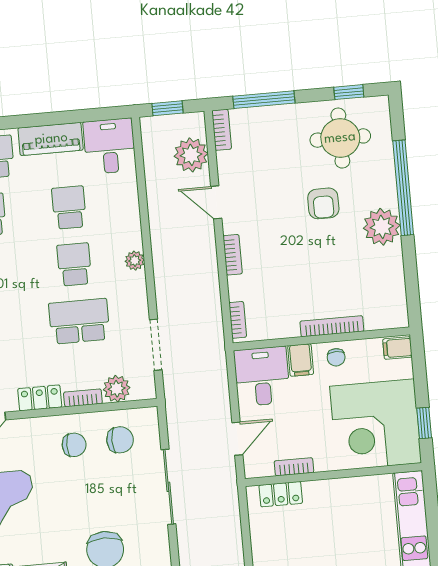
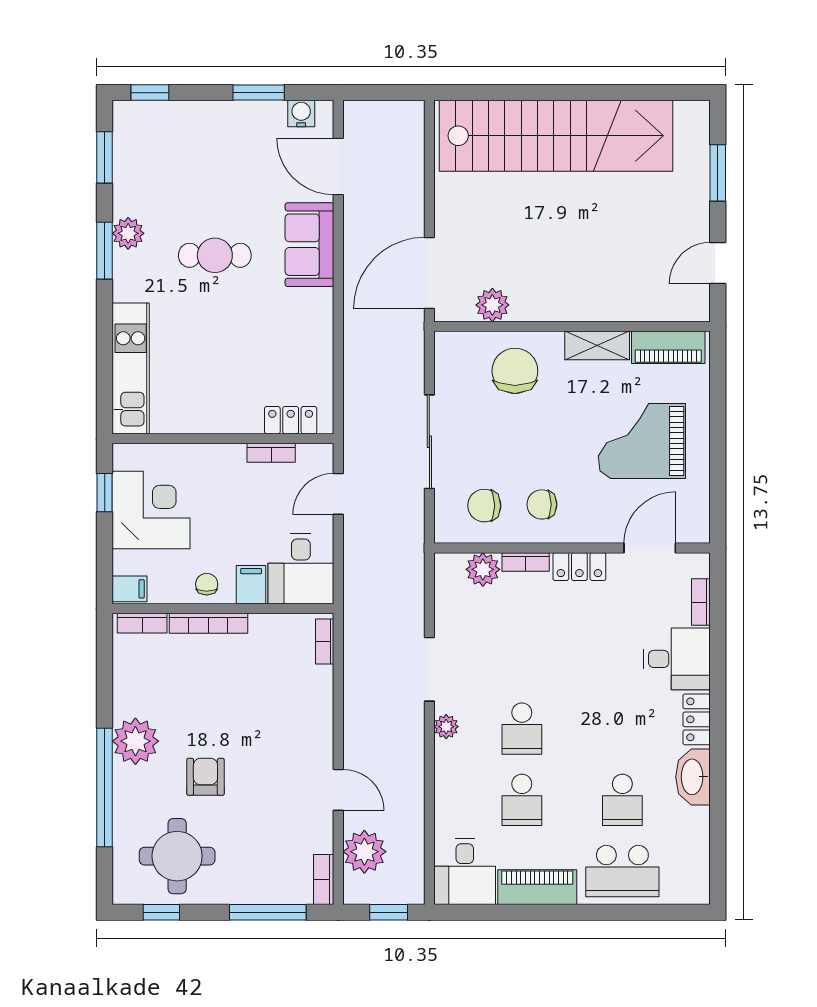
bookcase: (233, 255) -> (142, 623), moved, turned -90
school desk: (79, 321) -> (522, 657), removed
doorway: (156, 345) -> (429, 669), moved
corner desk: (376, 425) -> (151, 510), width x0.74, depth x0.74

